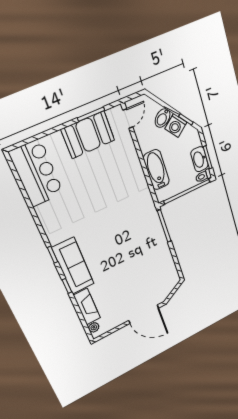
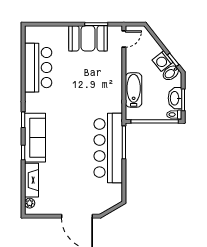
bidet: (163, 118) -> (171, 73), moved
bar counter: (37, 173) -> (38, 68), moved
bar counter: (151, 239) -> (108, 148), added

